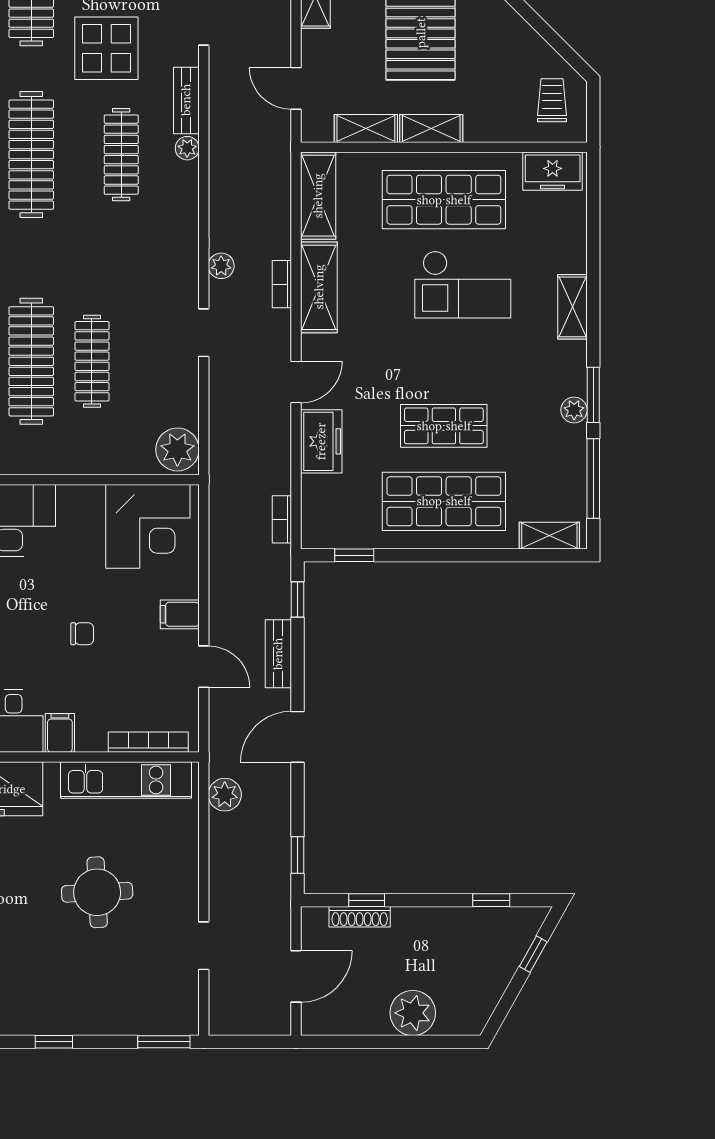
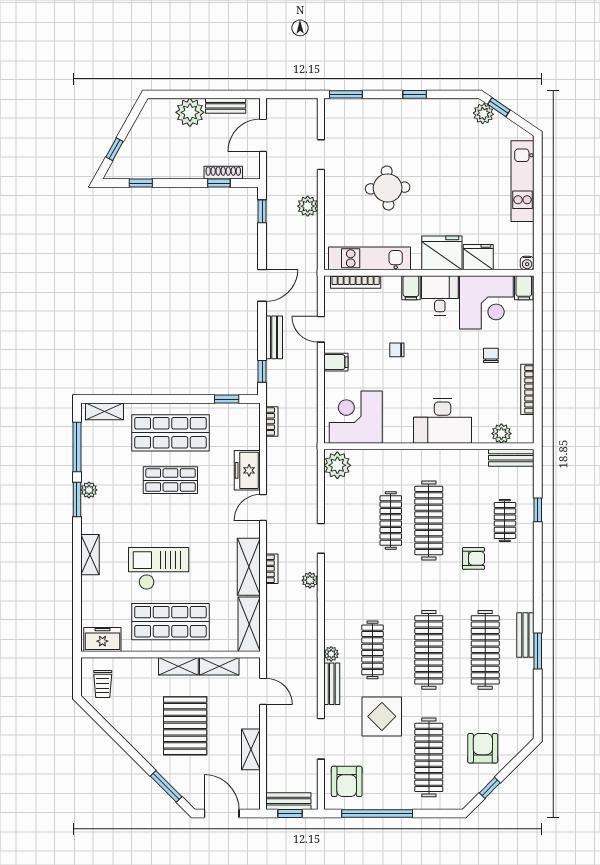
plant: (225, 795) -> (308, 206), moved
bench: (356, 1023) -> (226, 106), added

